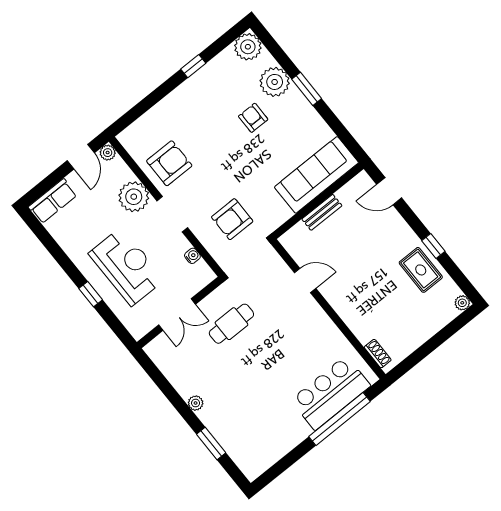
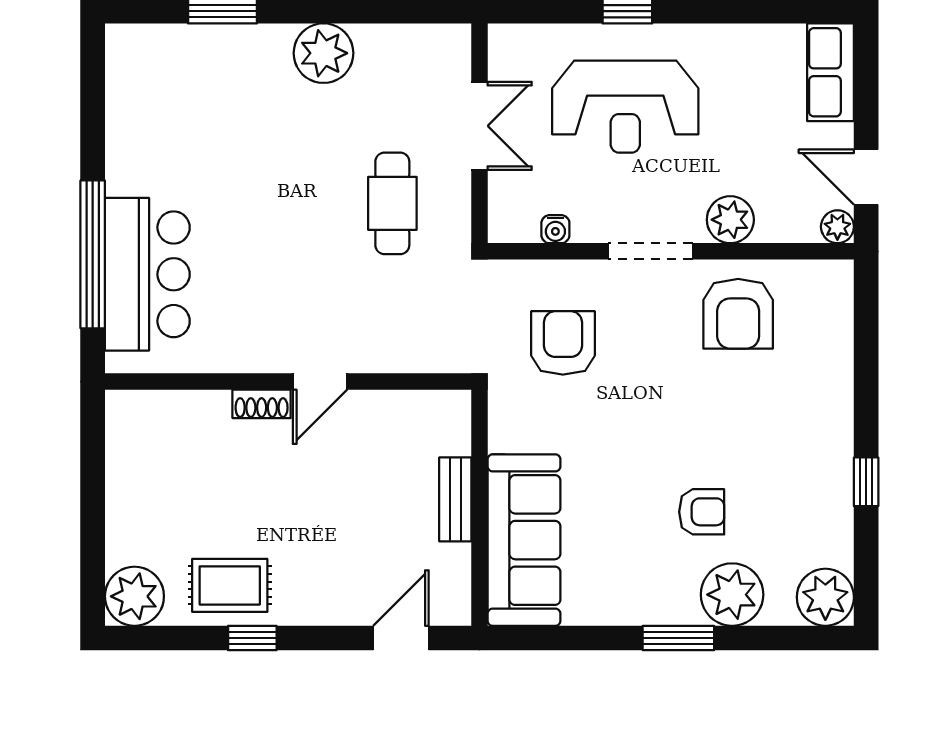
plant: (134, 197) -> (730, 220), width x0.73, depth x0.73
door: (305, 280) -> (320, 382), moved
plant: (462, 303) -> (134, 596), width x1.87, depth x1.87
double door: (177, 315) -> (479, 126), swing flipped
shoe rack: (378, 354) -> (262, 404), moved
plant: (196, 403) -> (323, 53), width x1.88, depth x1.88

